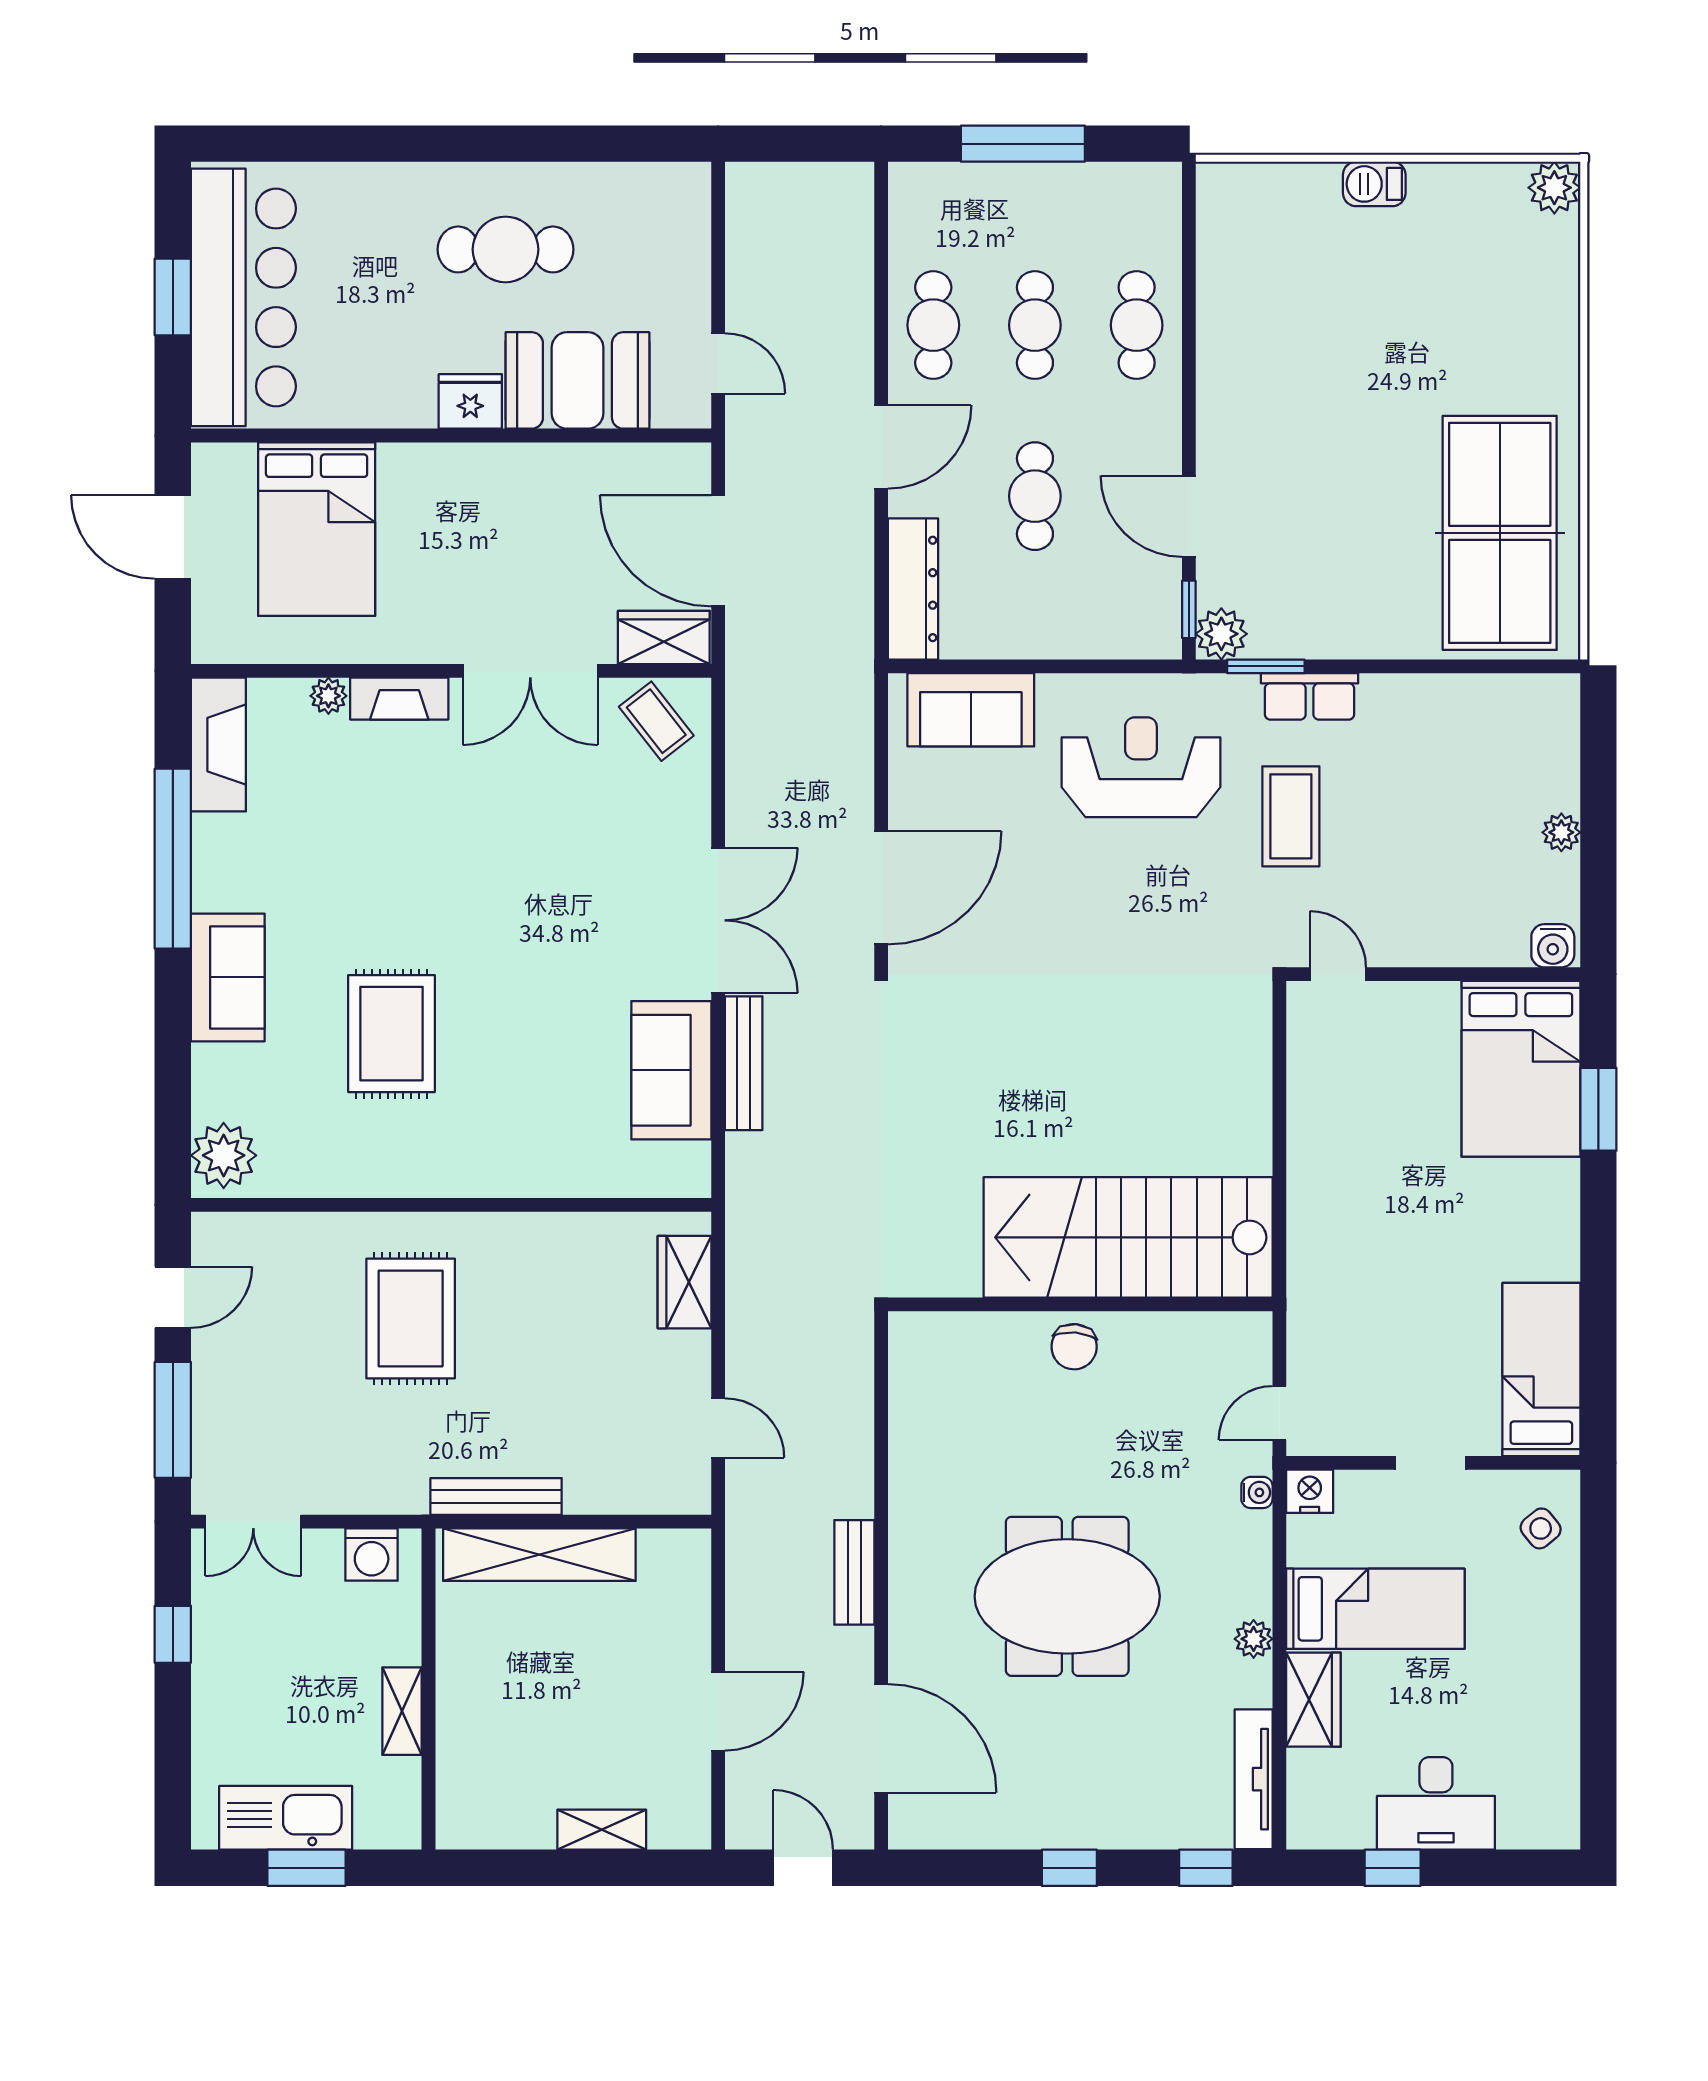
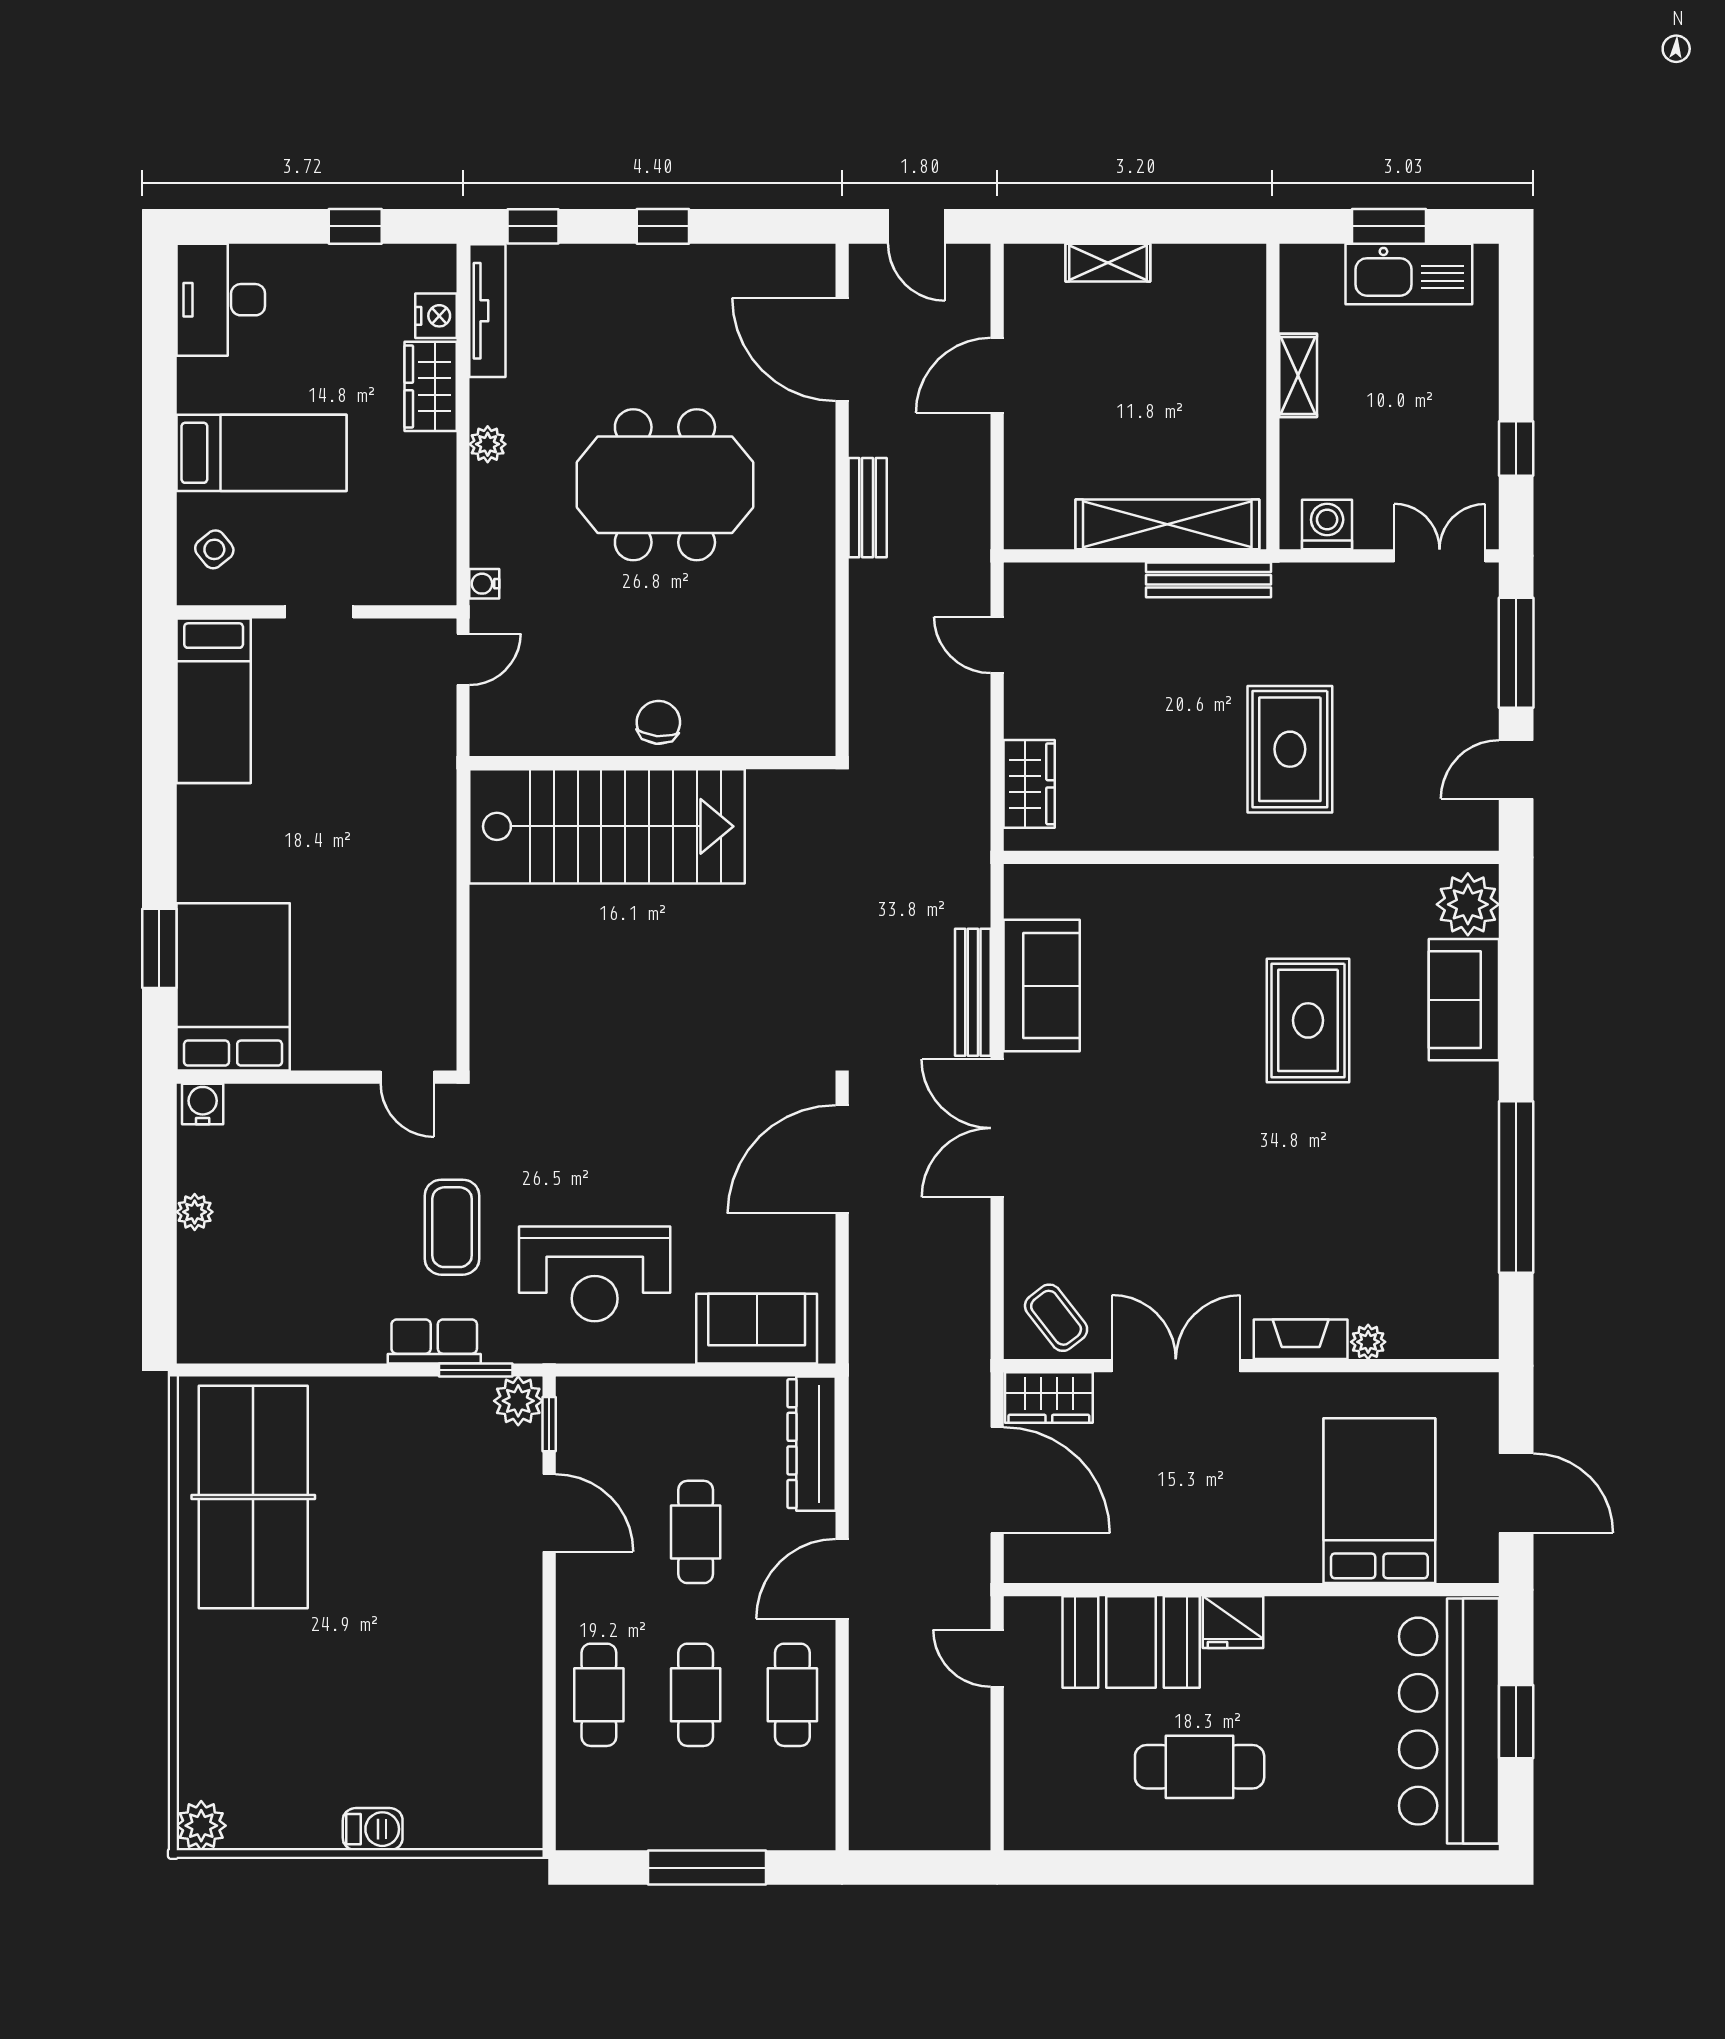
fireplace: (218, 745) -> (1473, 1296), removed
sofa: (228, 977) -> (1464, 1000), moved
nightstand: (1310, 1491) -> (436, 316), moved, turned -90
bed: (1375, 1609) -> (261, 453), moved, turned 180
desk: (1436, 1803) -> (221, 300), moved, turned -90

